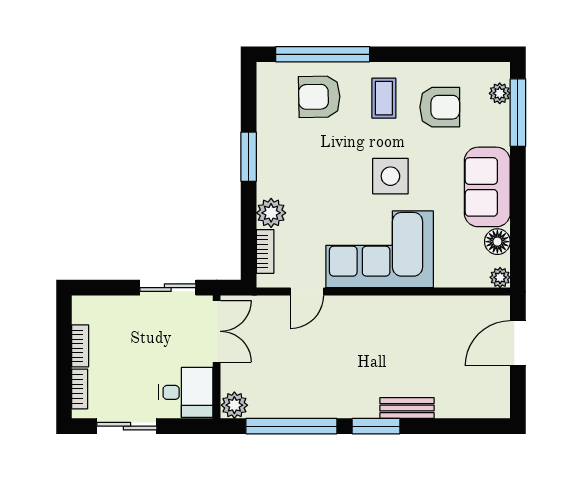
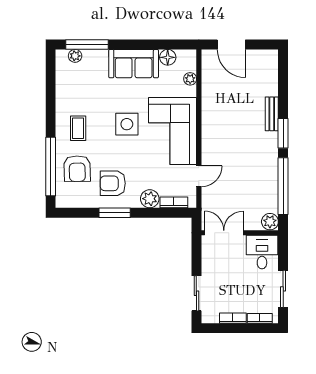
coffee table: (384, 98) -> (78, 128), turned 90
armchair: (440, 107) -> (113, 183), moved, turned -90
plant: (500, 277) -> (190, 79), moved
sliding door: (168, 288) -> (196, 293), moved
door: (307, 291) -> (199, 176), hinge flipped

